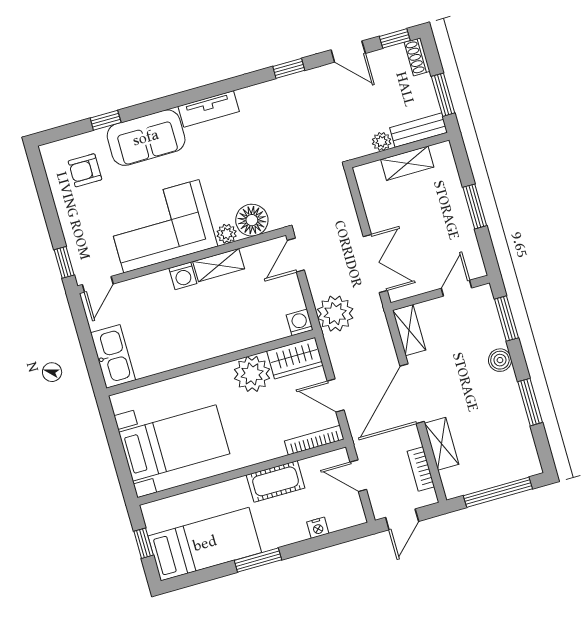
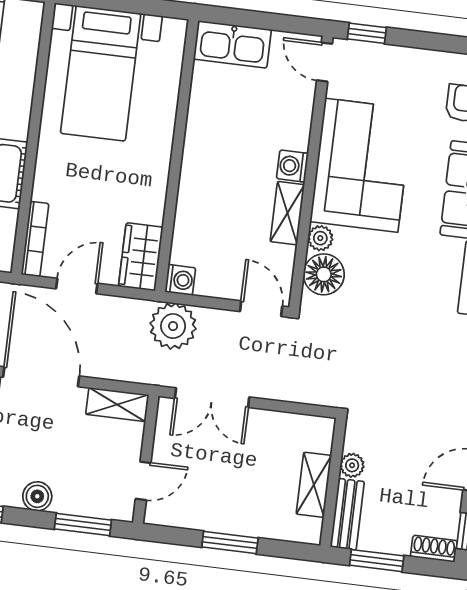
door: (456, 288) -> (143, 481), hinge flipped
plant: (252, 374) -> (143, 199), removed

